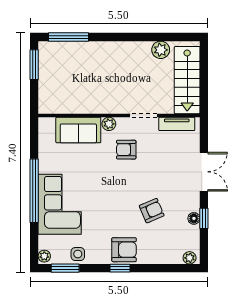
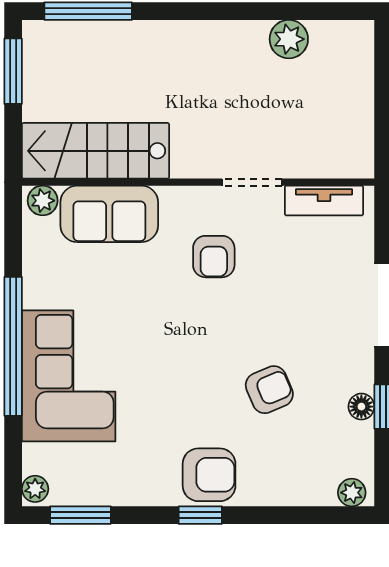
stairs: (187, 80) -> (96, 151), moved, turned 90
plant: (109, 124) -> (43, 201), moved
armchair: (126, 150) -> (214, 257), turned -90
side table: (78, 254) -> (108, 484), removed

